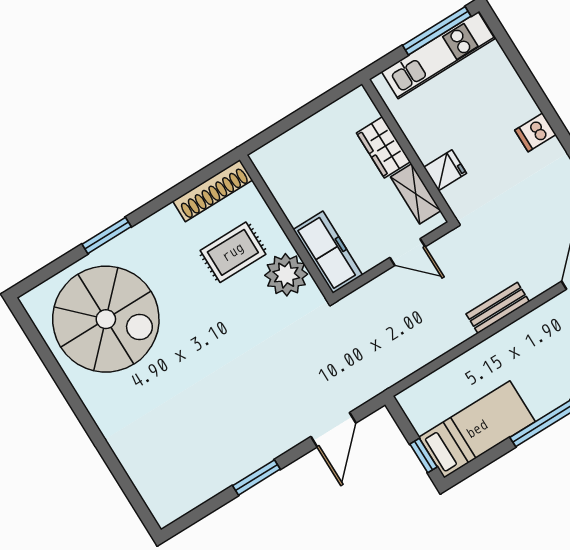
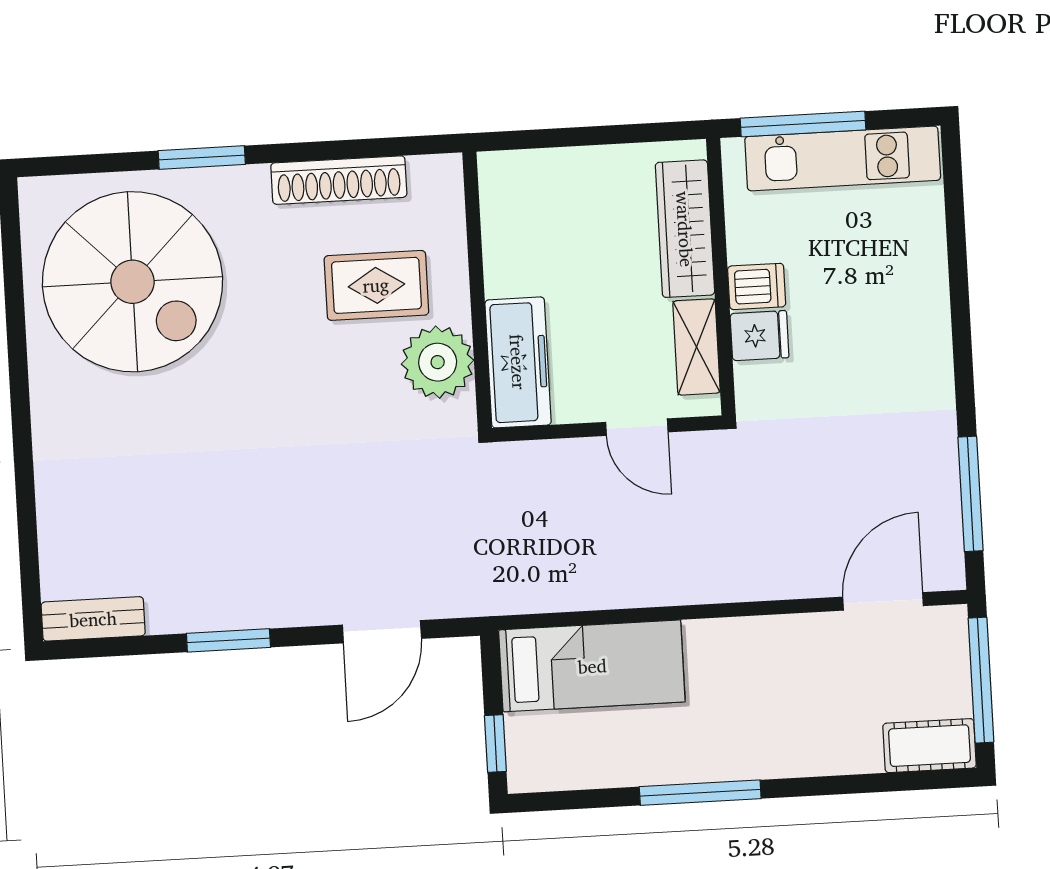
window: (437, 31) -> (803, 124), moved
dishwasher: (535, 132) -> (757, 286), moved, turned 180
wardrobe: (383, 147) -> (685, 229), width x1.50
shoe rack: (213, 191) -> (339, 180), moved
bench: (498, 308) -> (93, 619), moved
bed: (477, 429) -> (592, 666), moved

